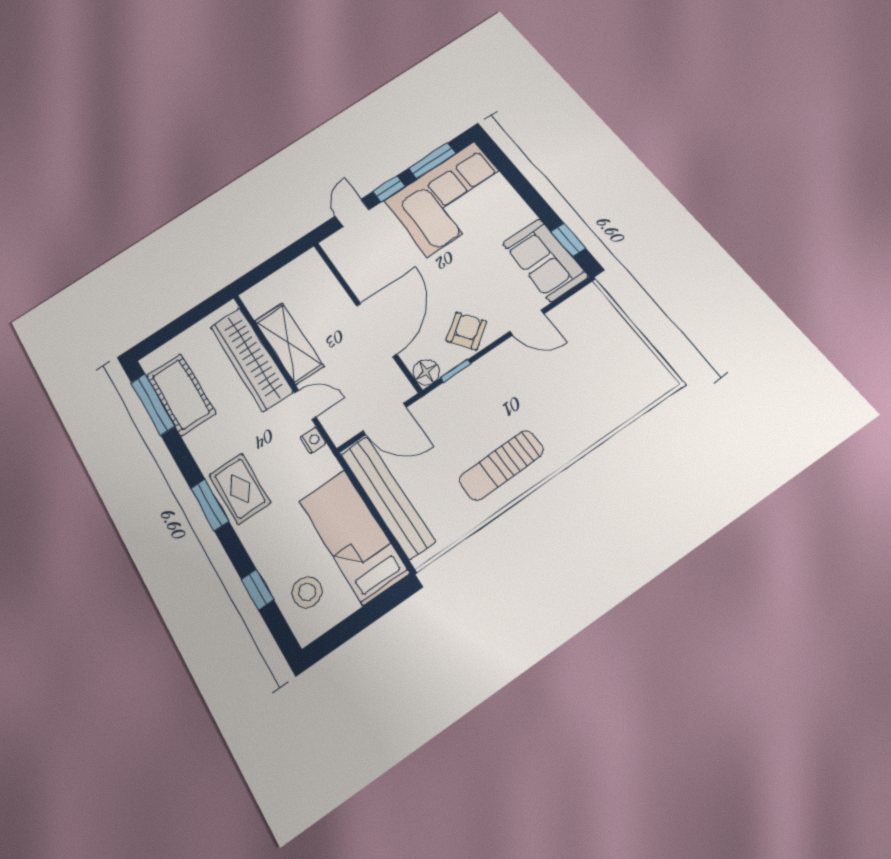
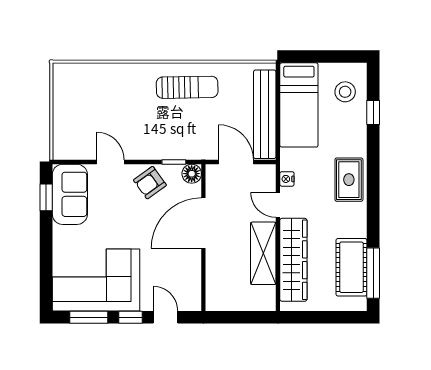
door: (352, 213) -> (165, 317), swing flipped
window: (210, 505) -> (373, 182), removed

